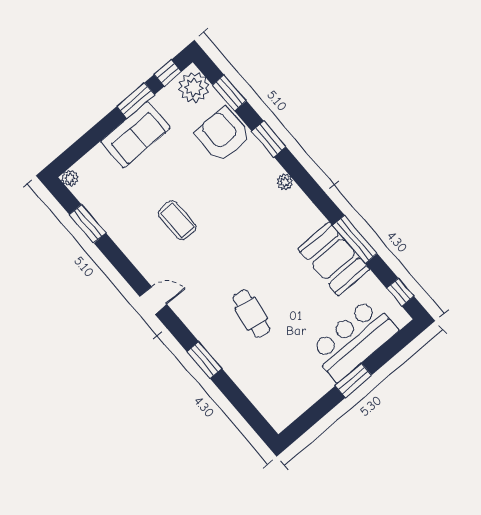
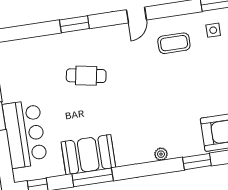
side table: (119, 209) -> (213, 30), added
coffee table: (177, 220) -> (174, 43), moved

